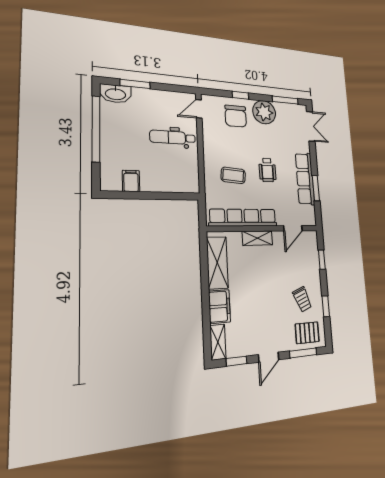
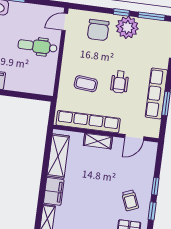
window: (240, 95) -> (121, 12), moved
window: (322, 260) -> (155, 186), moved

